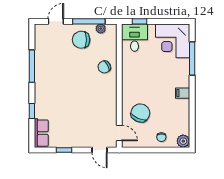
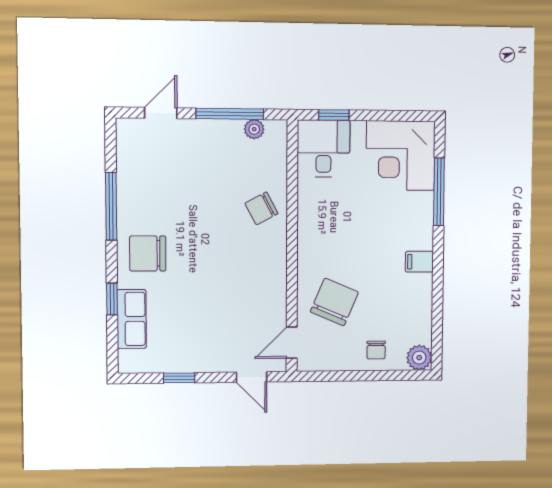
chair: (81, 40) -> (148, 253), moved
row of seats: (41, 133) -> (132, 319), moved
door: (119, 133) -> (292, 343), swing flipped

